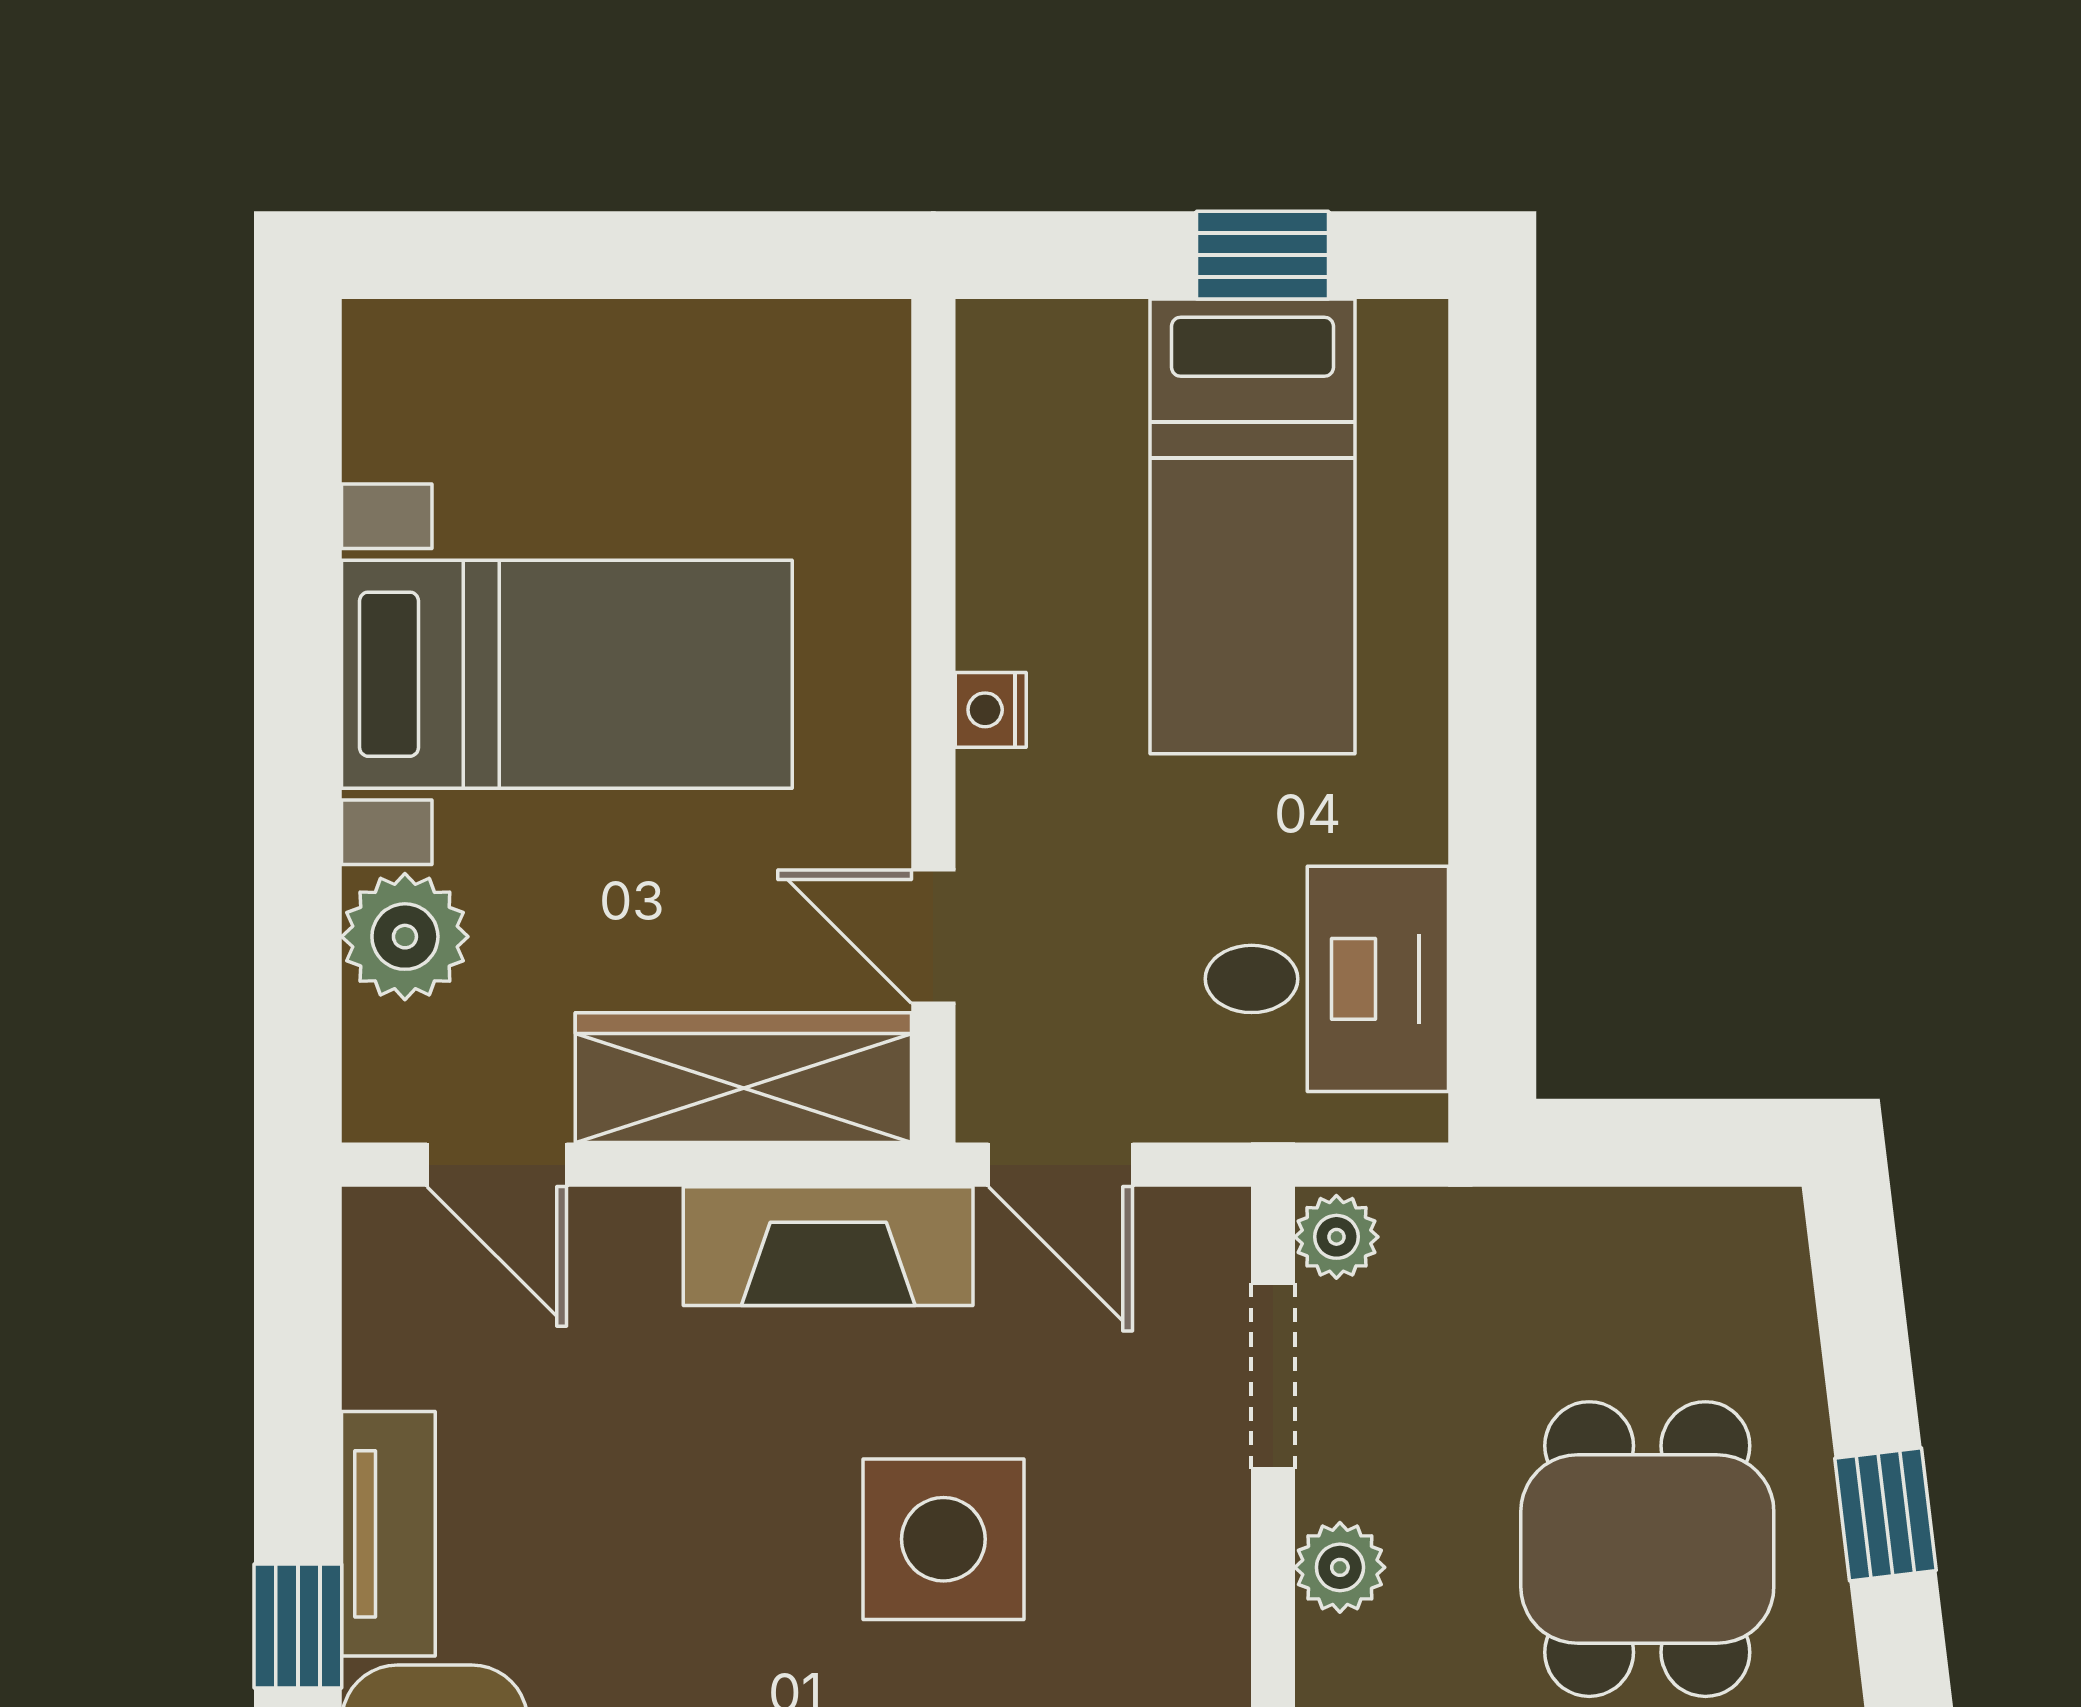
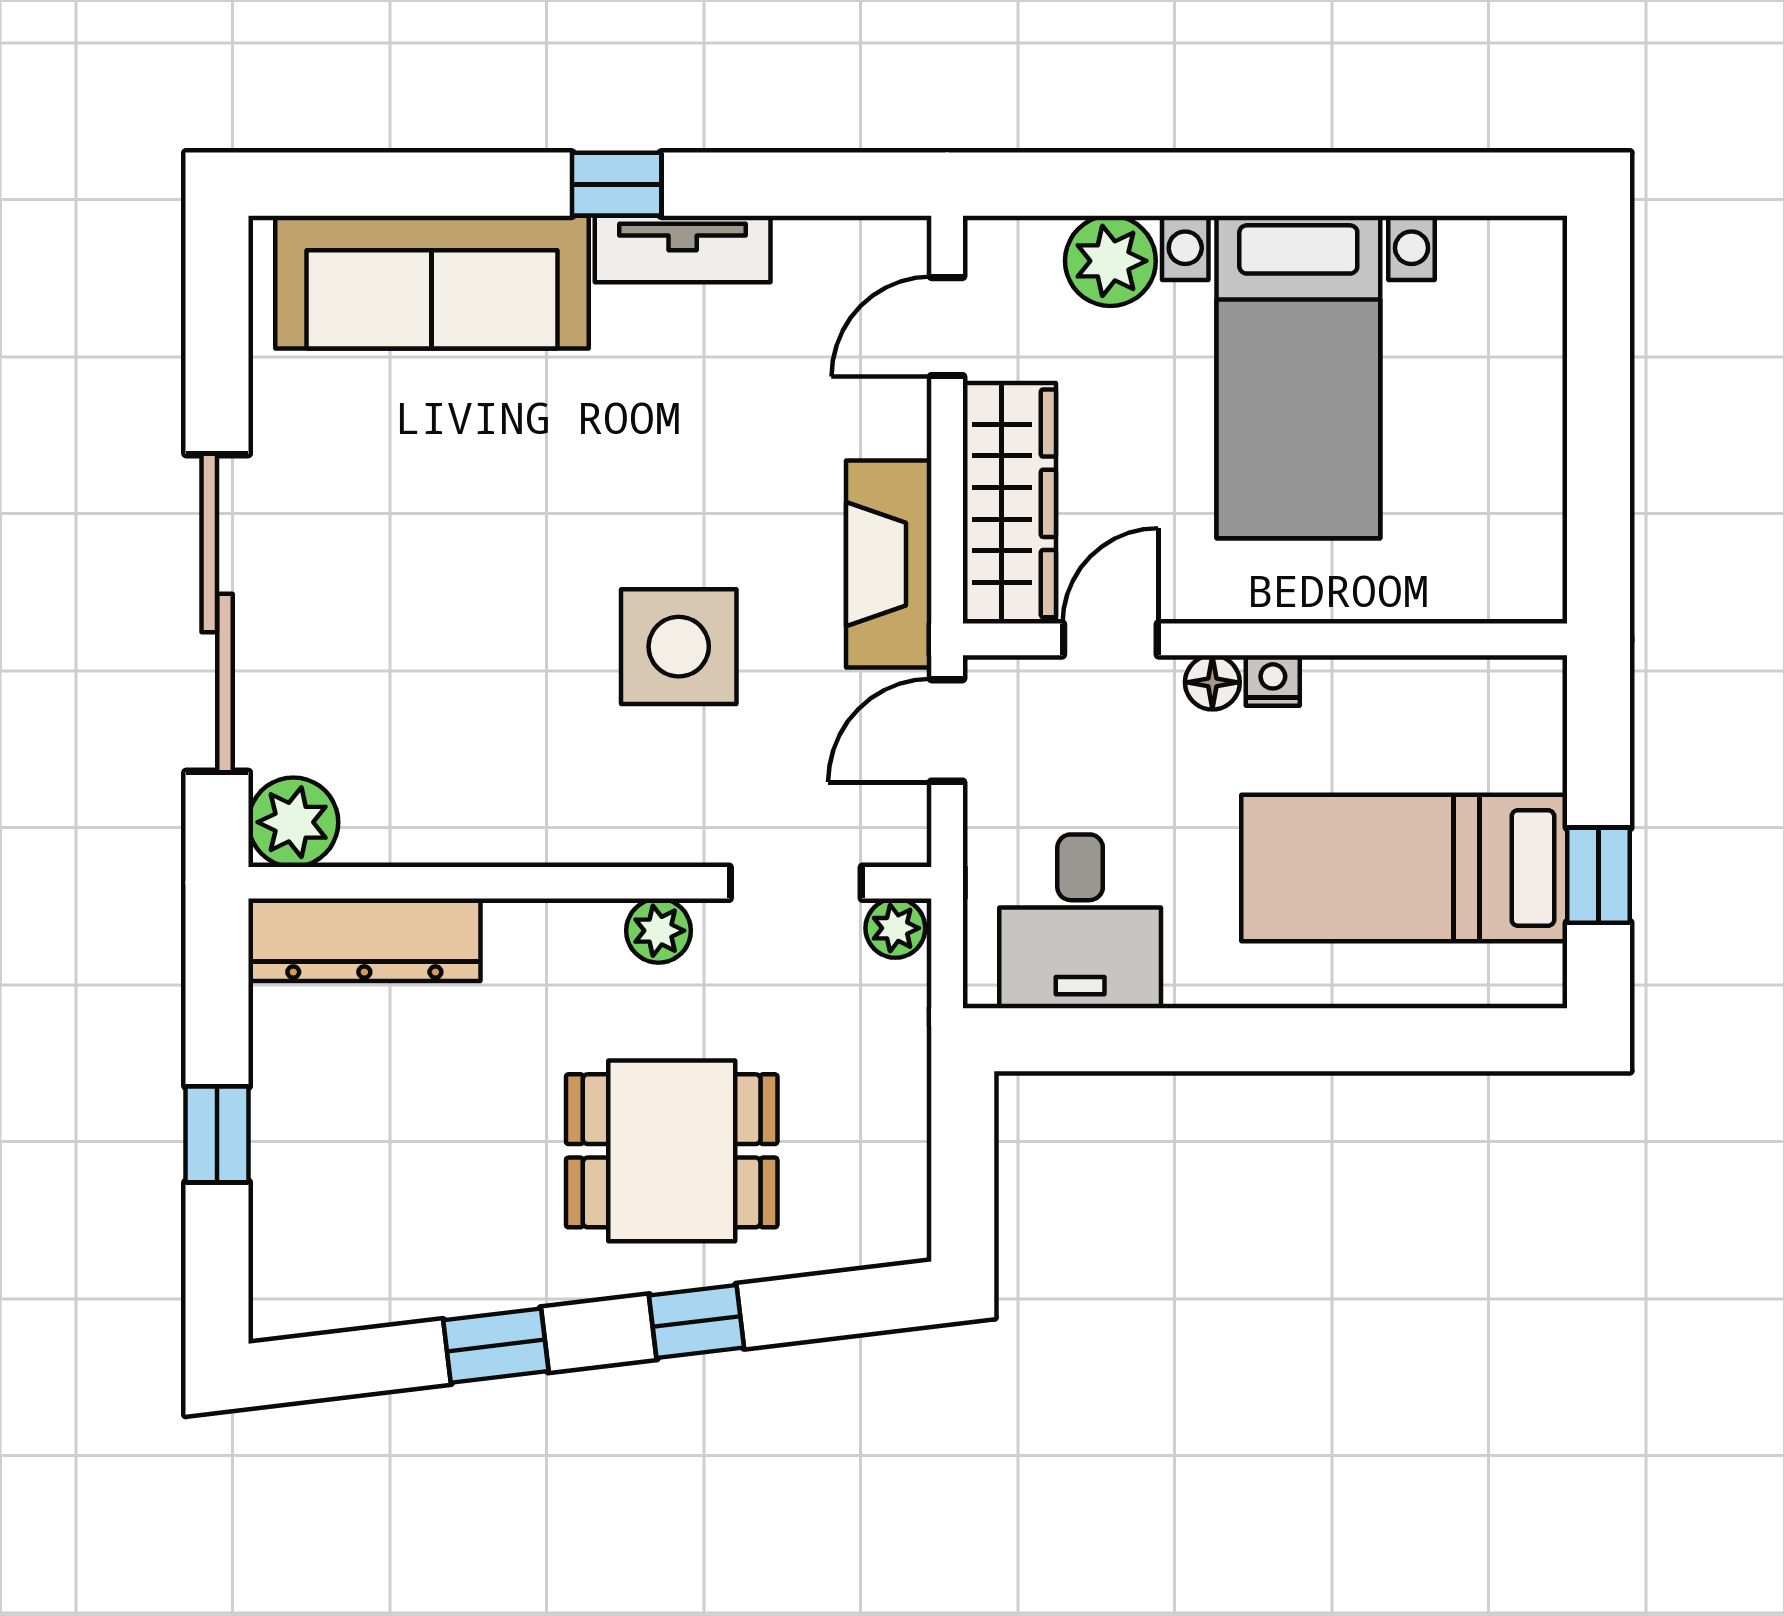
floor lamp: (993, 794) -> (1212, 682), added

